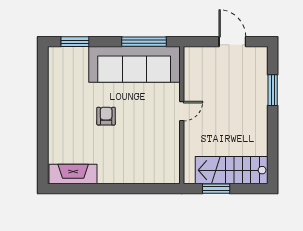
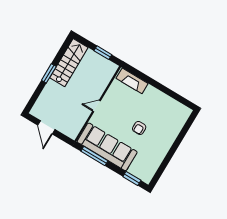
window: (273, 90) -> (49, 73), moved
stairs: (232, 170) -> (69, 63), moved, turned -90
fireplace: (73, 174) -> (132, 81), moved

